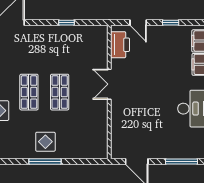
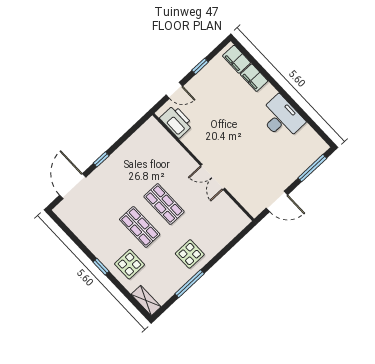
window: (67, 23) -> (101, 159), moved
double door: (109, 84) -> (213, 177), moved
window: (45, 161) -> (190, 284), moved

